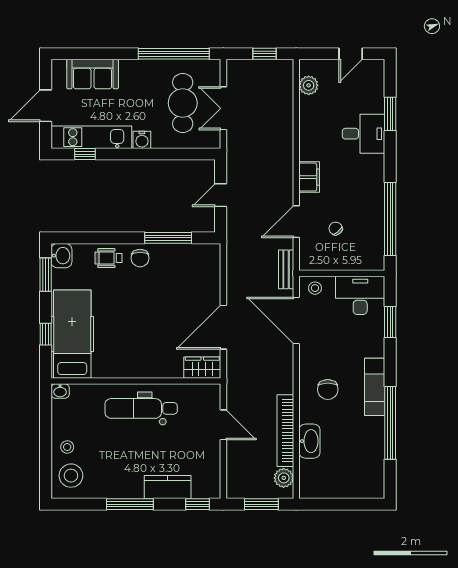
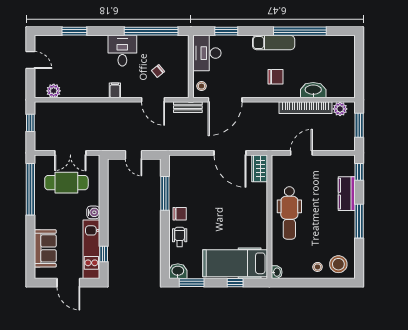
desk: (363, 134) -> (122, 51), moved
filing cabinet: (309, 177) -> (115, 90), width x0.50
wheelchair: (108, 258) -> (180, 237), turned 180

